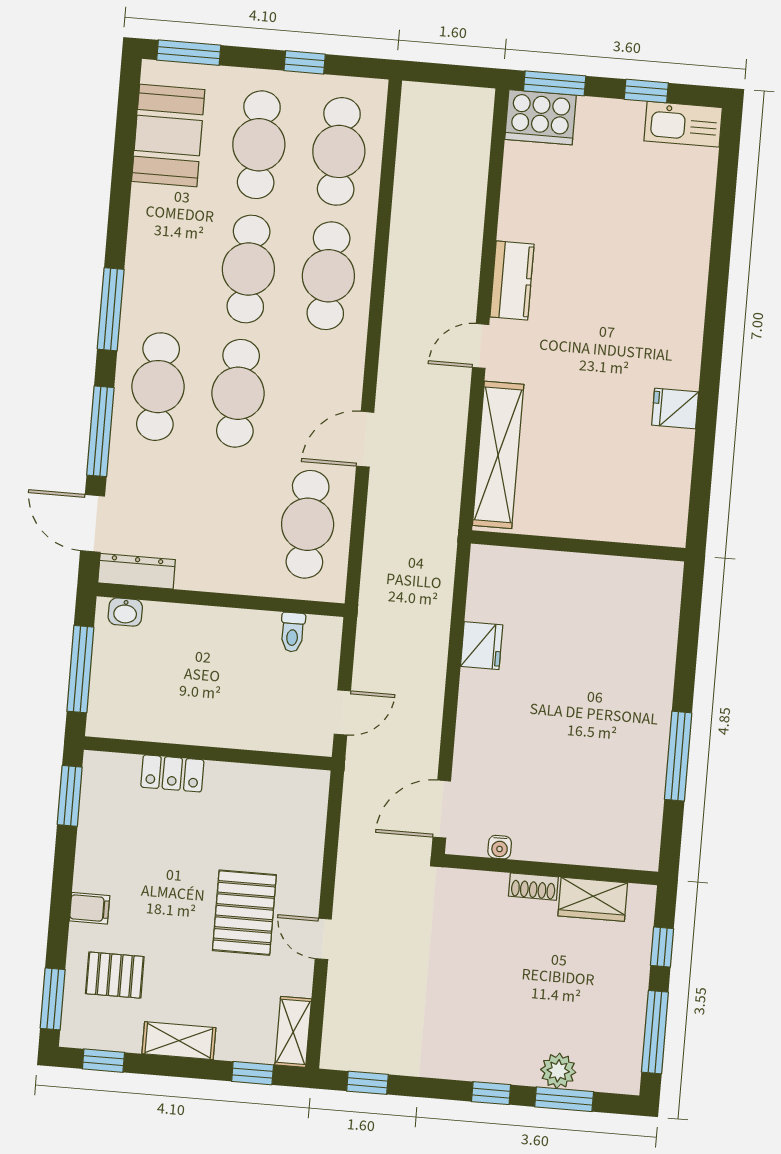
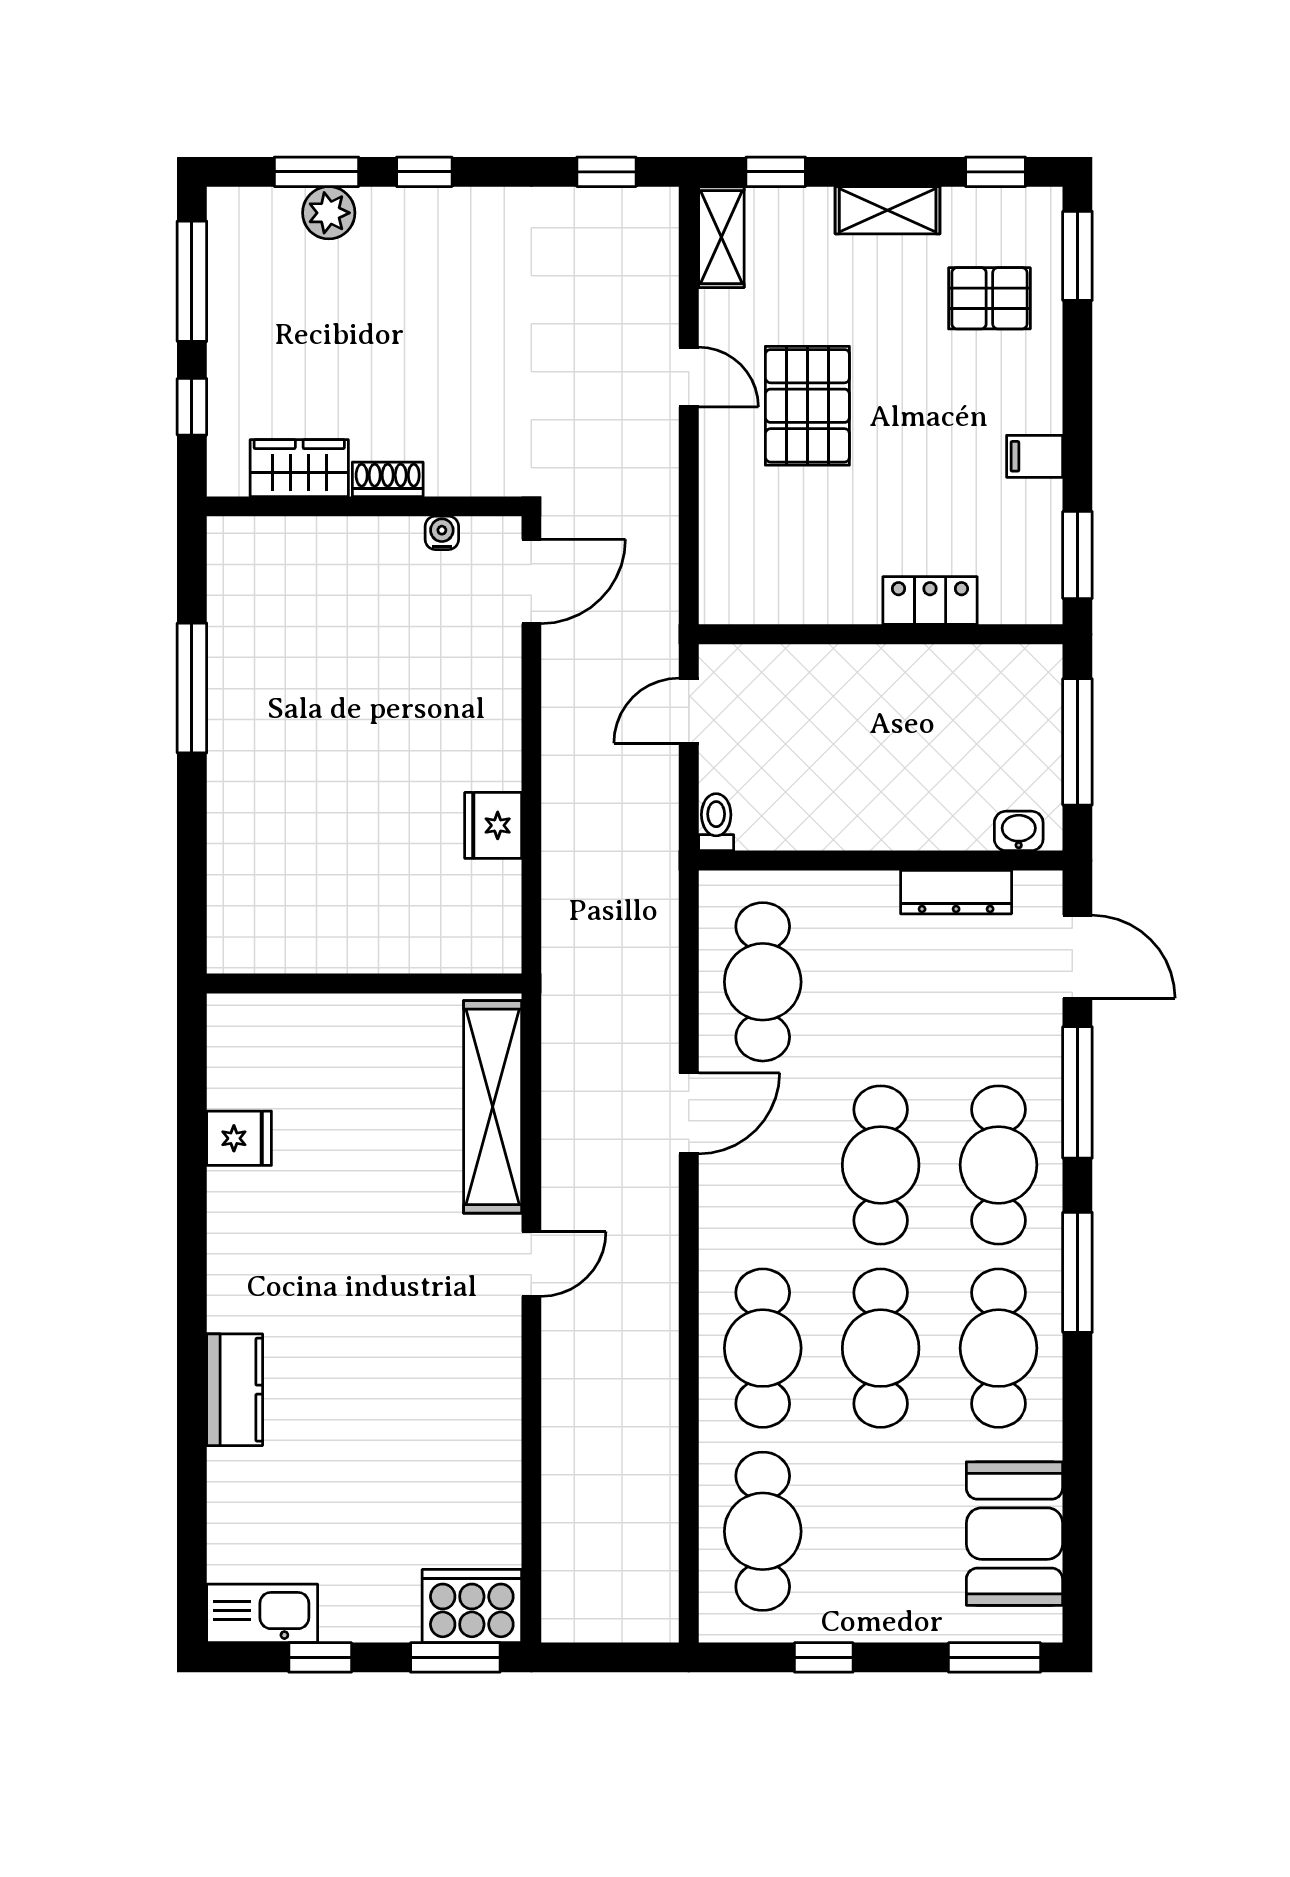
cafe table: (259, 145) -> (999, 1348), moved
kitchen counter: (512, 280) -> (235, 1390), moved, turned 180
fridge: (675, 409) -> (239, 1138), moved
dresser: (137, 571) -> (956, 892), moved
toilet: (293, 632) -> (716, 822), moved
filing cabinet: (90, 908) -> (1035, 456), moved

